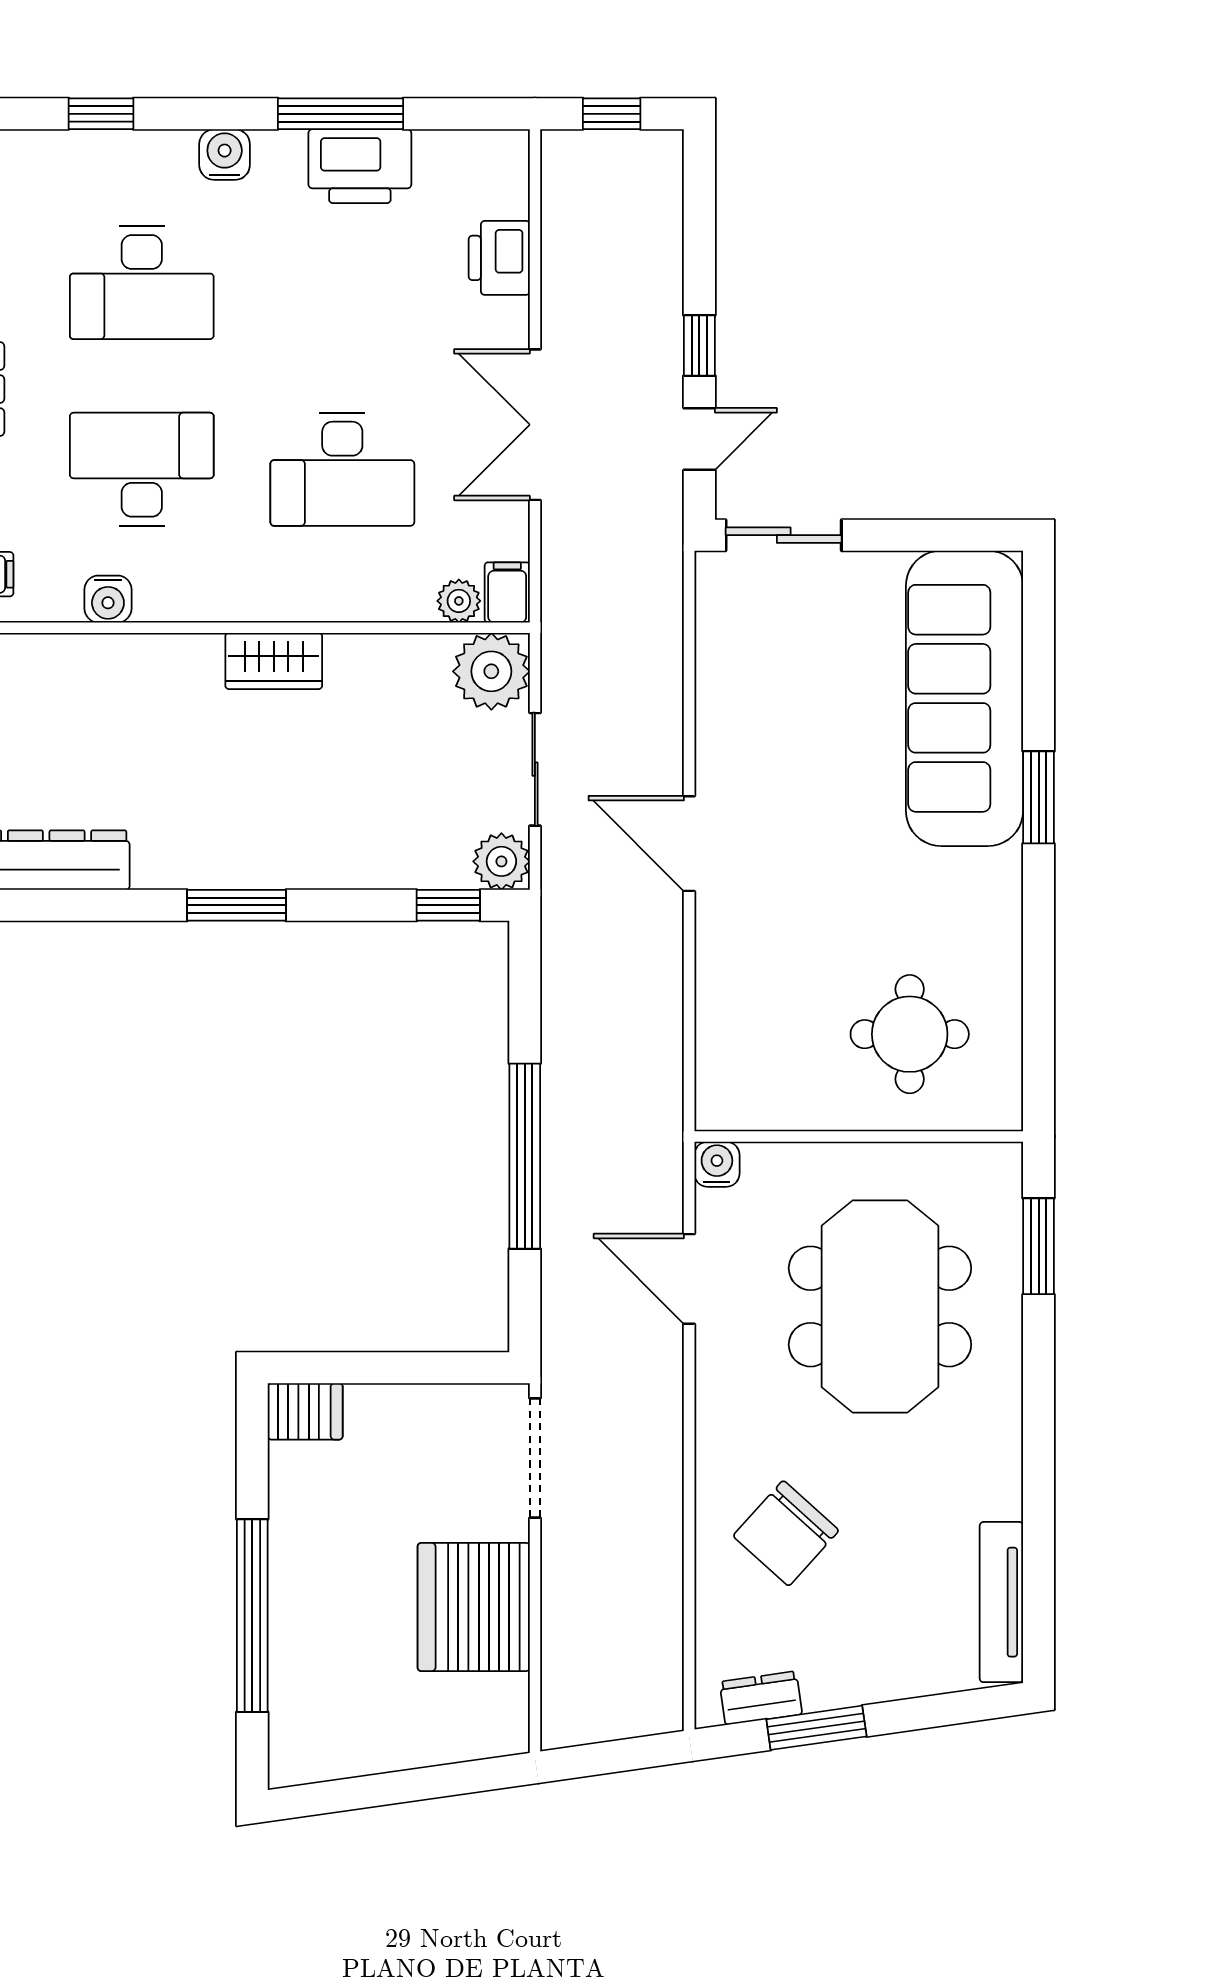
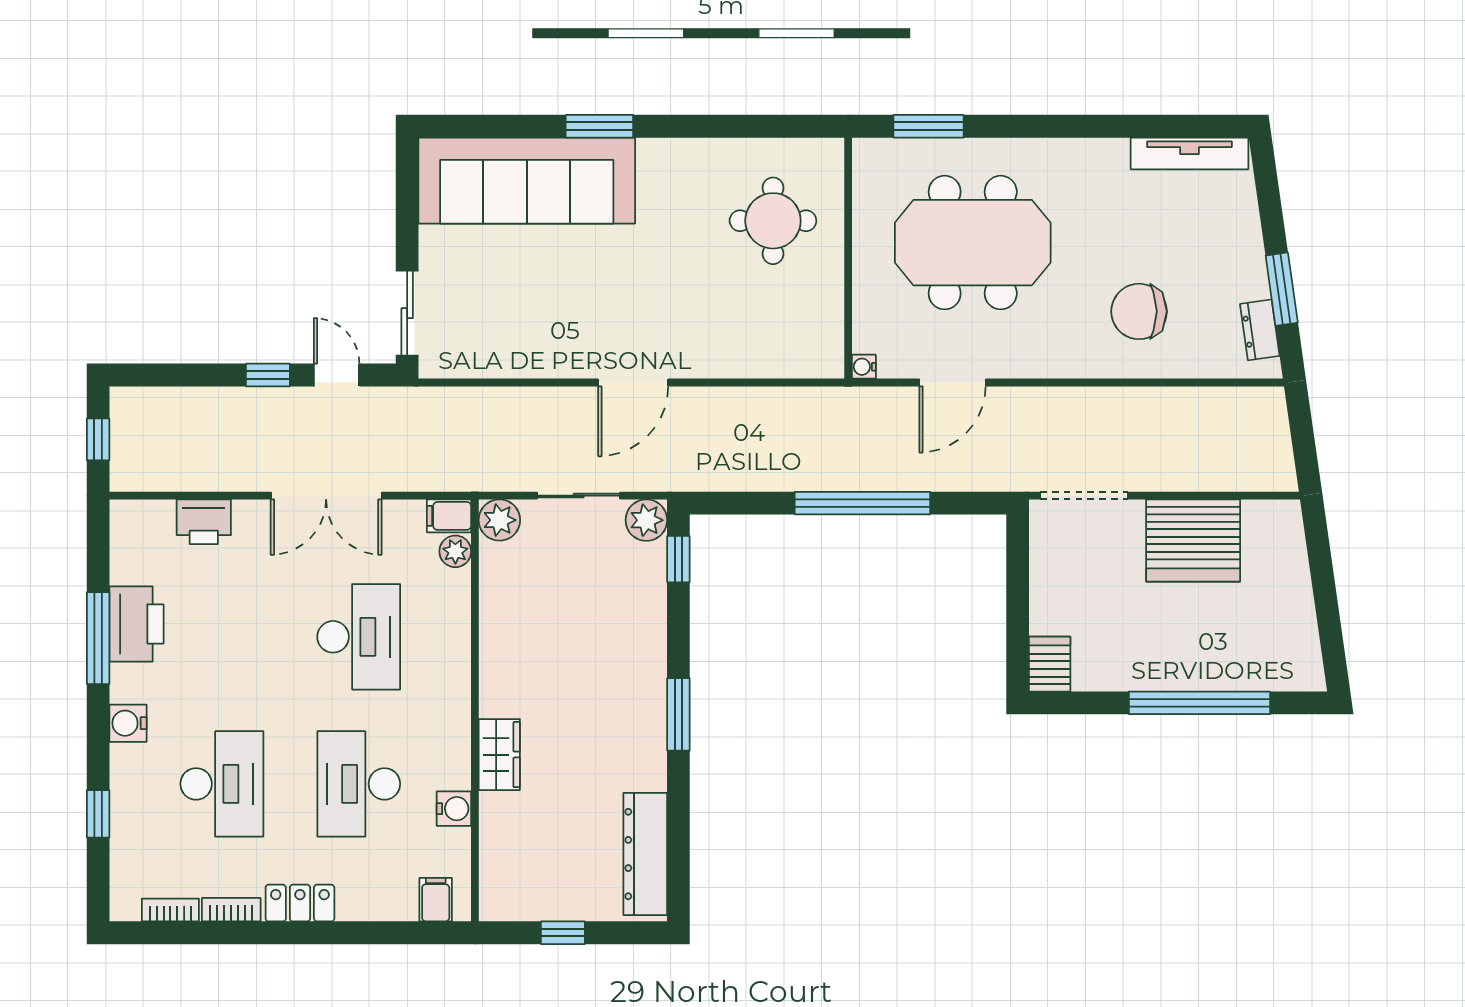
wardrobe: (274, 661) -> (499, 755), moved
plant: (491, 671) -> (499, 520), width x0.73, depth x0.73
water cooler: (717, 1164) -> (864, 367), width x0.72, depth x0.72
chair: (786, 1533) -> (1139, 311), turned 138

